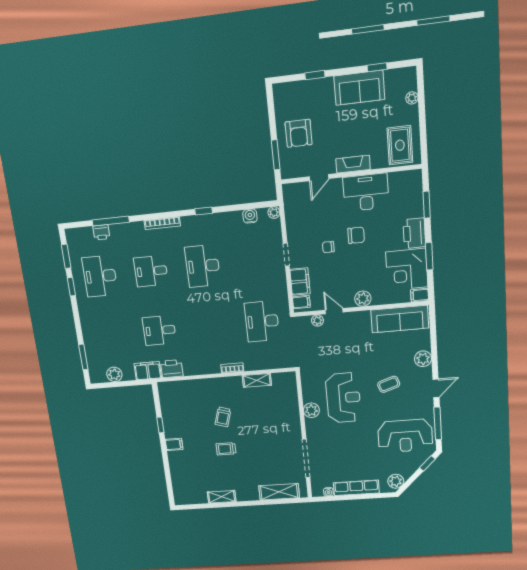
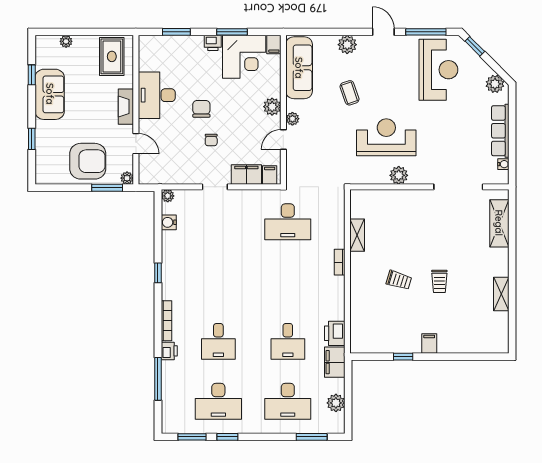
armchair: (299, 133) -> (88, 161), width x1.36, depth x1.36
rug: (400, 145) -> (112, 56), turned 90
plant: (286, 173) -> (127, 178), added
printer: (101, 232) -> (169, 351), moved
printer: (414, 233) -> (213, 43), width x0.53, depth x0.68
desk: (203, 266) -> (288, 401), moved
plant: (317, 321) -> (292, 119), moved
coffee table: (389, 384) -> (349, 93), moved

